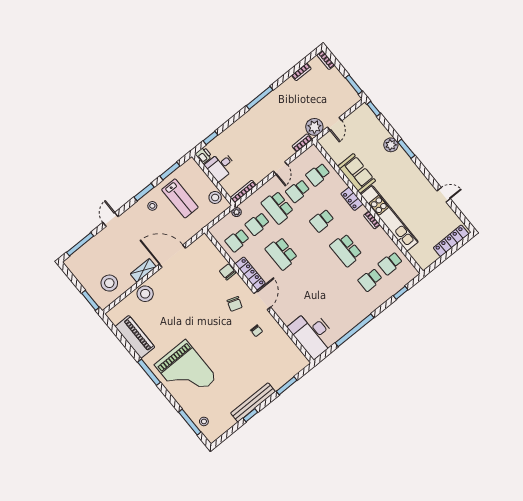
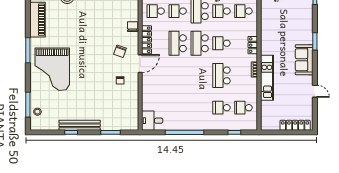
plant: (391, 145) -> (307, 31), removed
sofa: (357, 174) -> (304, 60), moved, turned 180
kitchen unit: (389, 218) -> (267, 78), width x0.73
school desk: (302, 237) -> (200, 43), added
desk: (313, 334) -> (152, 121), width x0.53, depth x0.77

